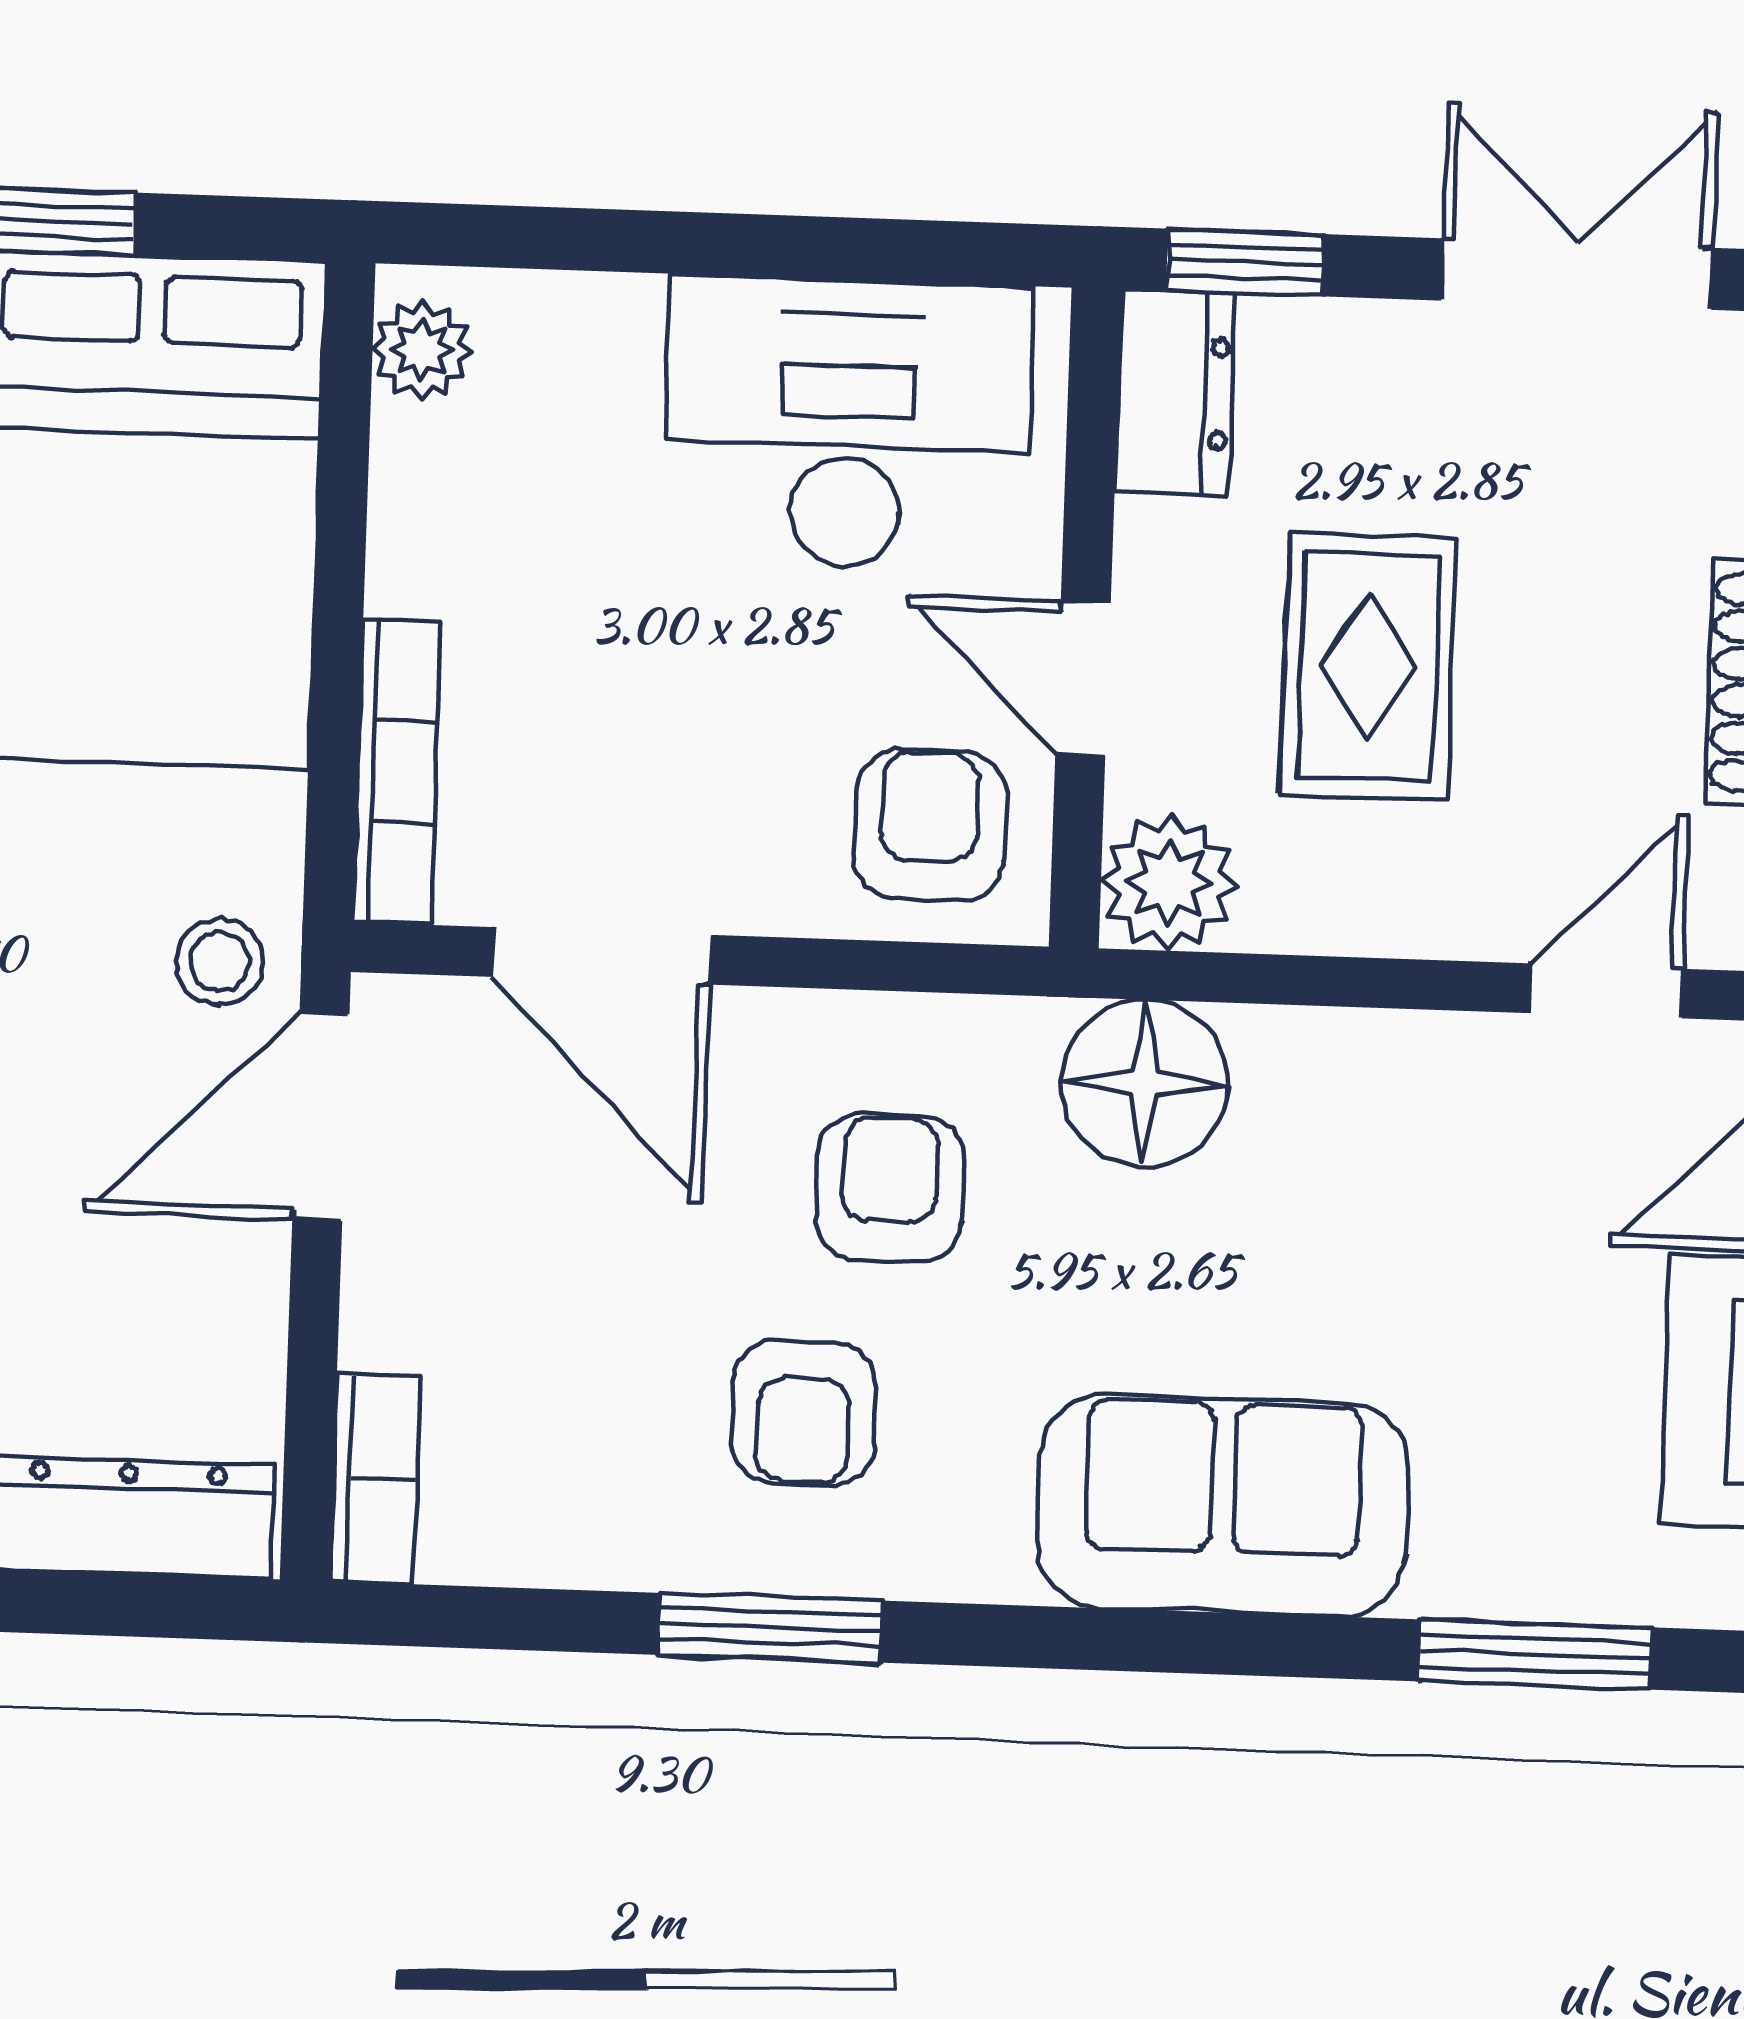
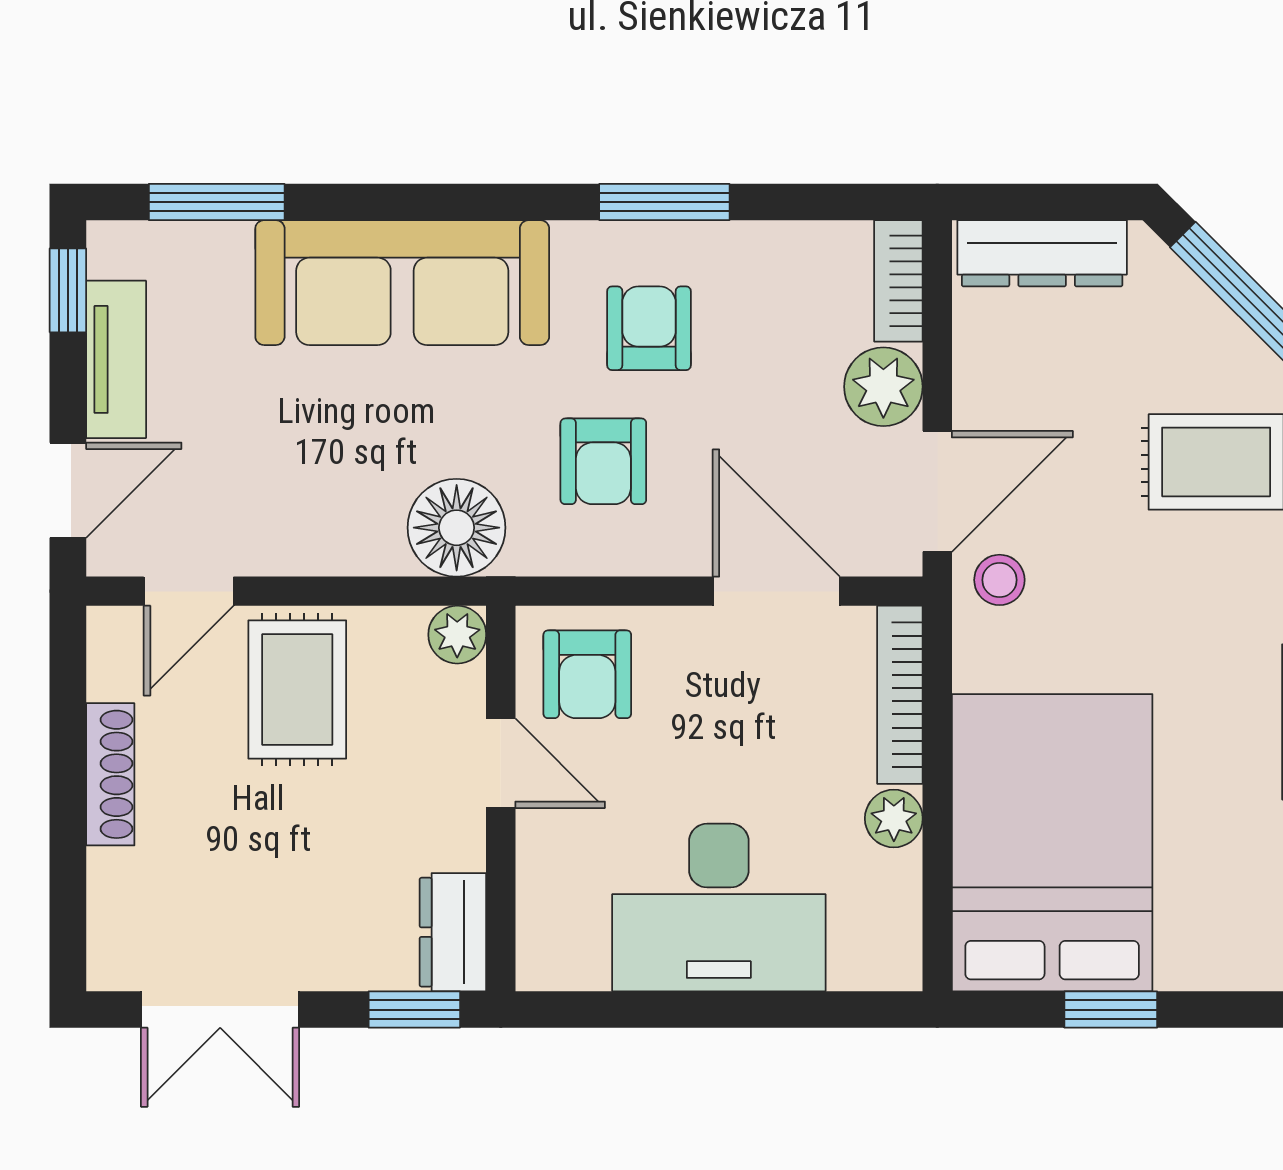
plant: (422, 350) -> (894, 818), moved
desk: (848, 423) -> (719, 908), moved
rug: (1368, 666) -> (297, 689), moved
plant: (1169, 883) -> (457, 635), width x0.73, depth x0.73
plant: (407, 1299) -> (883, 387), added
sofa: (1223, 1506) -> (402, 283), width x1.36

